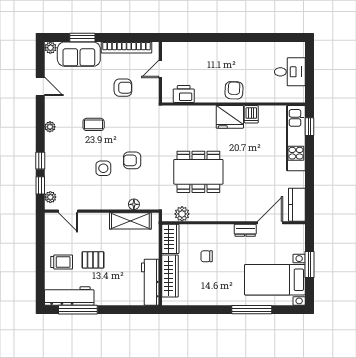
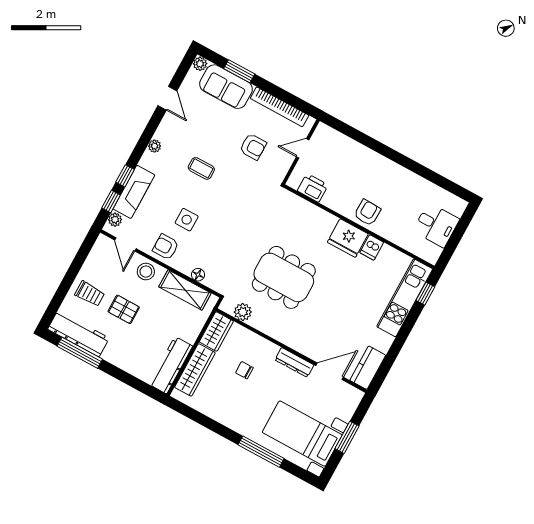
armchair: (132, 160) -> (166, 247), moved
fireplace: (53, 169) -> (134, 192), added
stool: (94, 223) -> (146, 272), added
dresser: (245, 230) -> (294, 362), width x1.44

